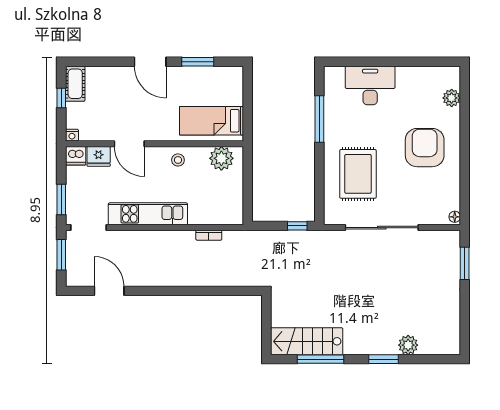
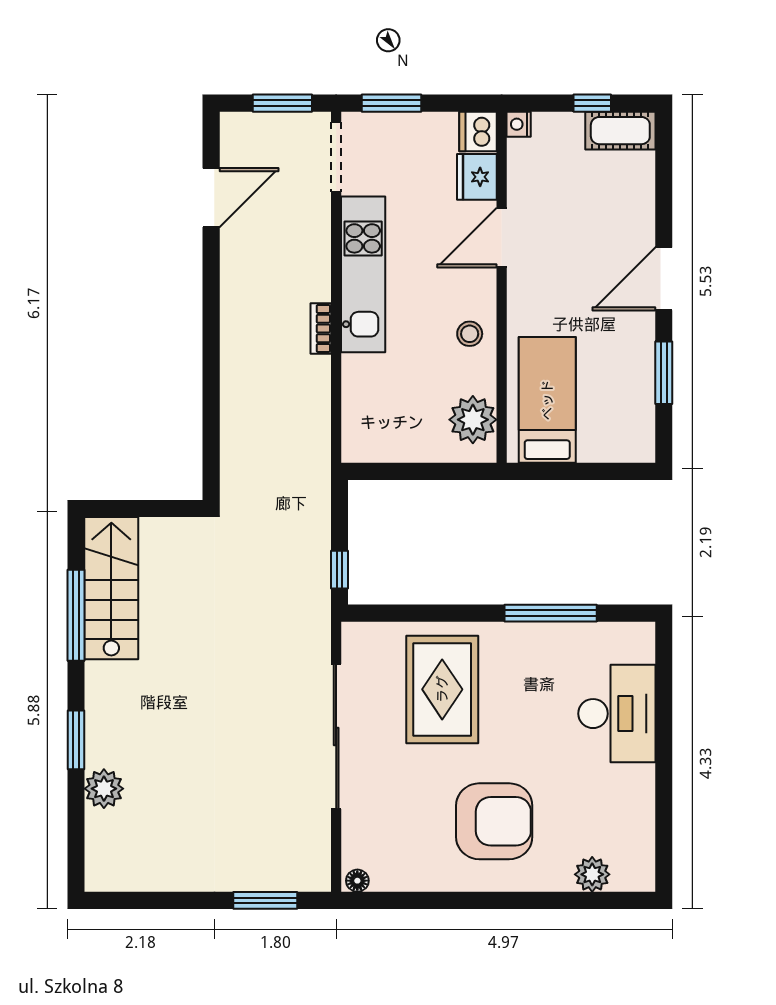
rug: (358, 174) -> (442, 689), turned 90
bookcase: (209, 235) -> (321, 328), moved

